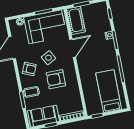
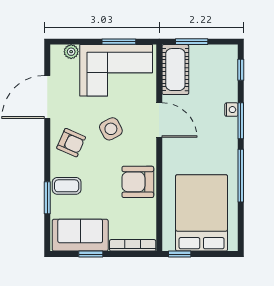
door: (73, 48) -> (159, 120), hinge flipped
armchair: (56, 79) -> (138, 182), moved
bed: (109, 91) -> (202, 213), width x1.50

